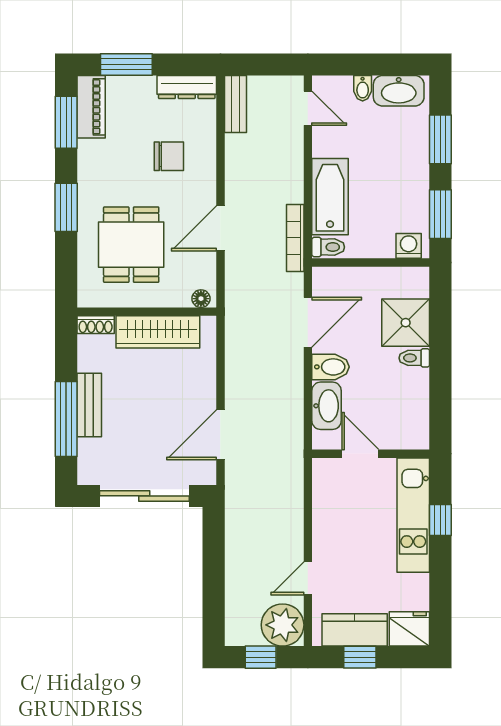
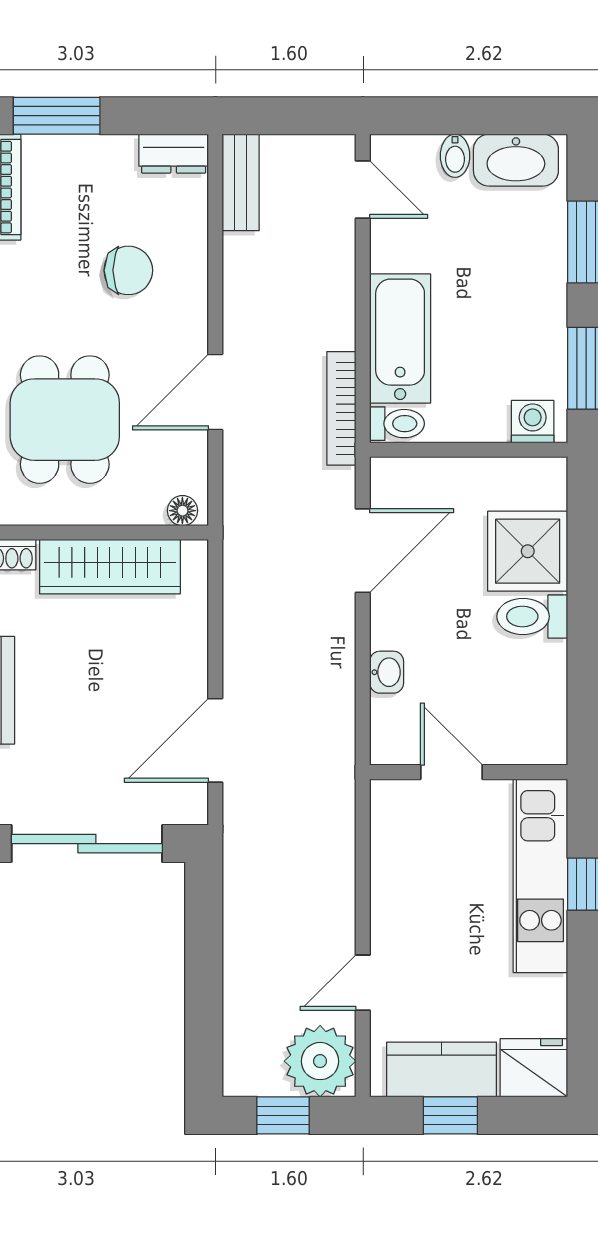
dresser: (187, 87) -> (174, 154), width x0.70
toilet: (414, 358) -> (532, 616), width x1.37, depth x1.39
bidet: (331, 367) -> (401, 626), removed
washbasin: (327, 406) -> (387, 672), width x0.52, depth x0.69

